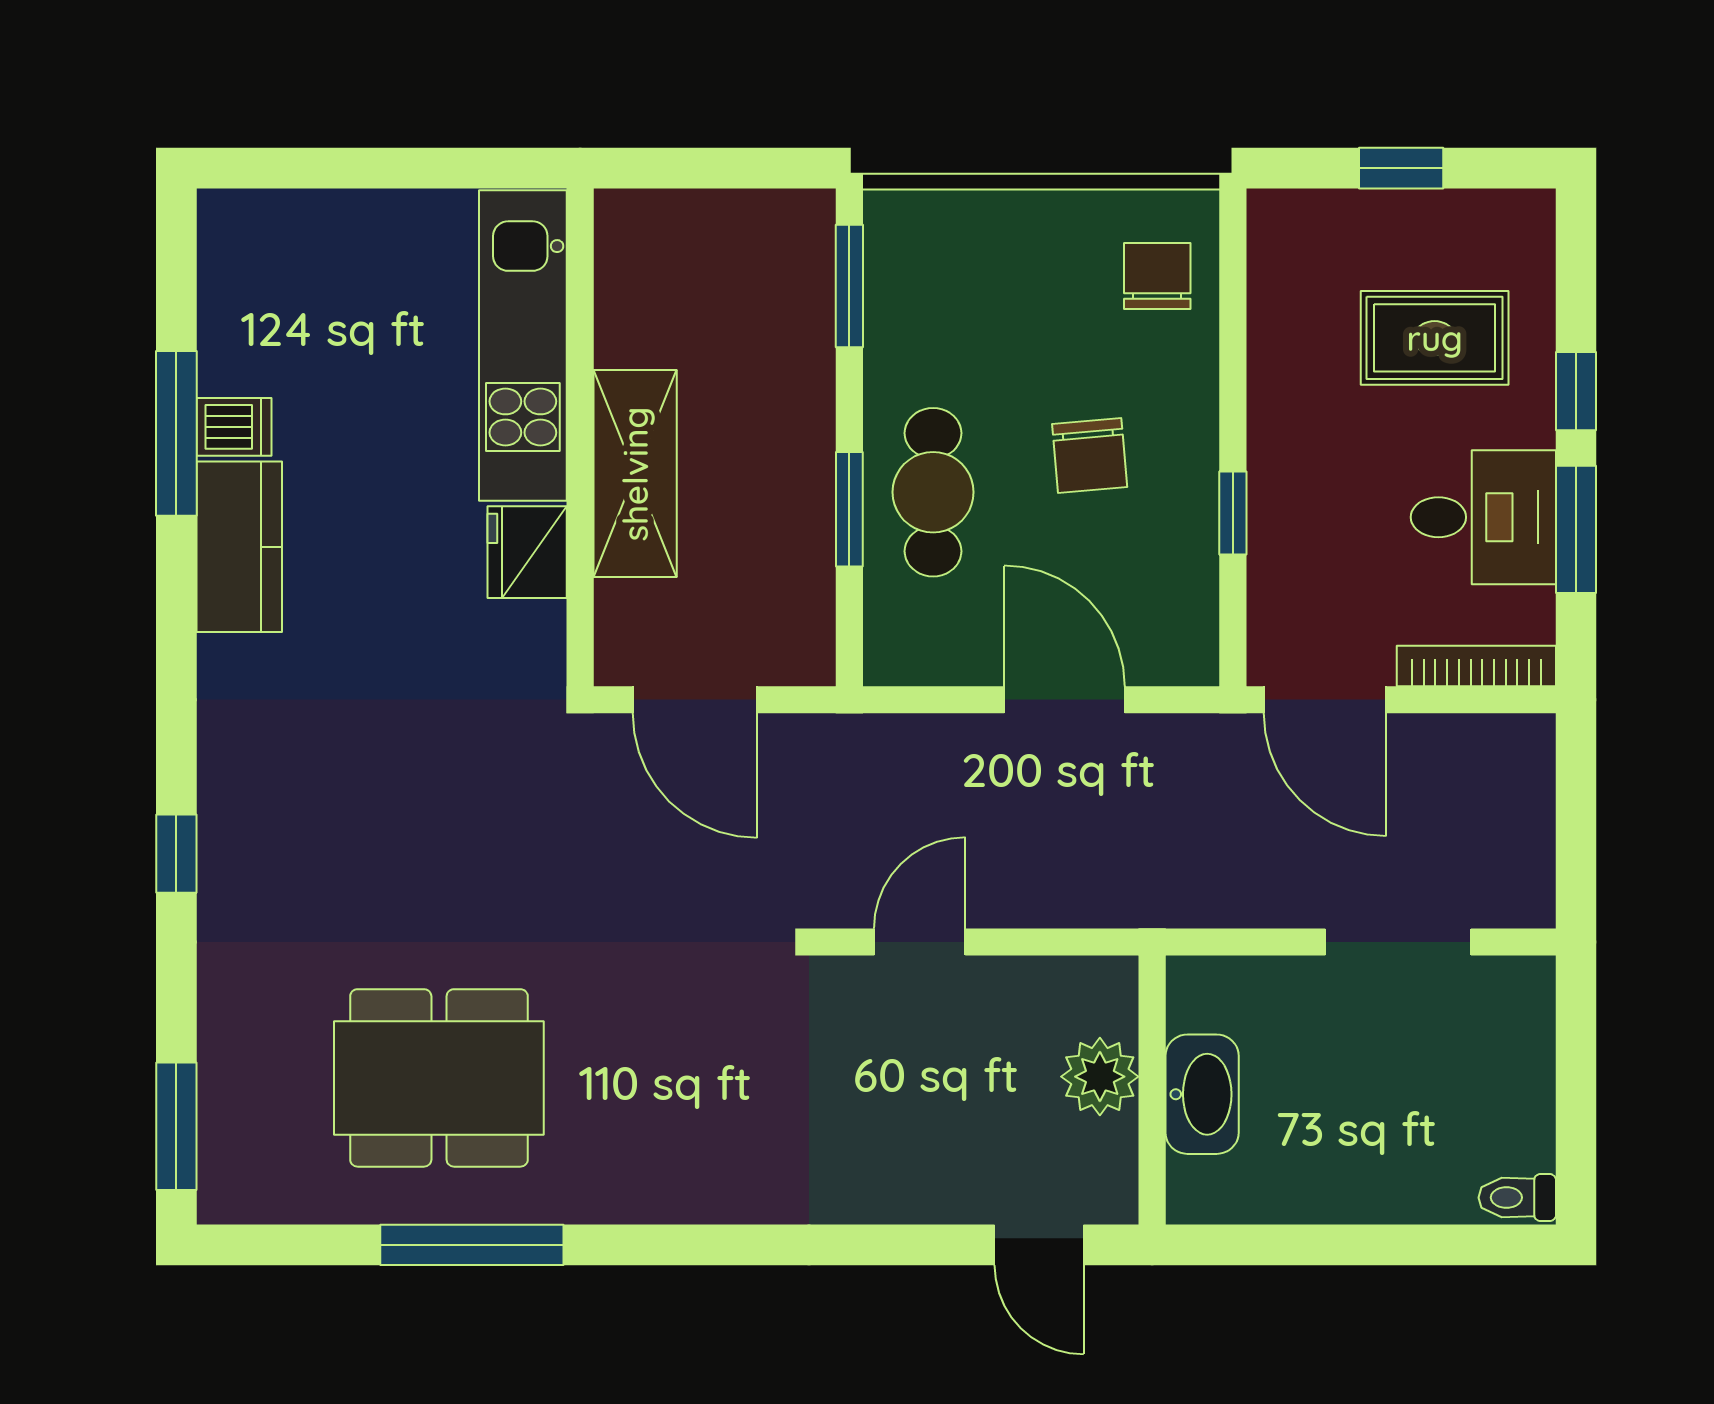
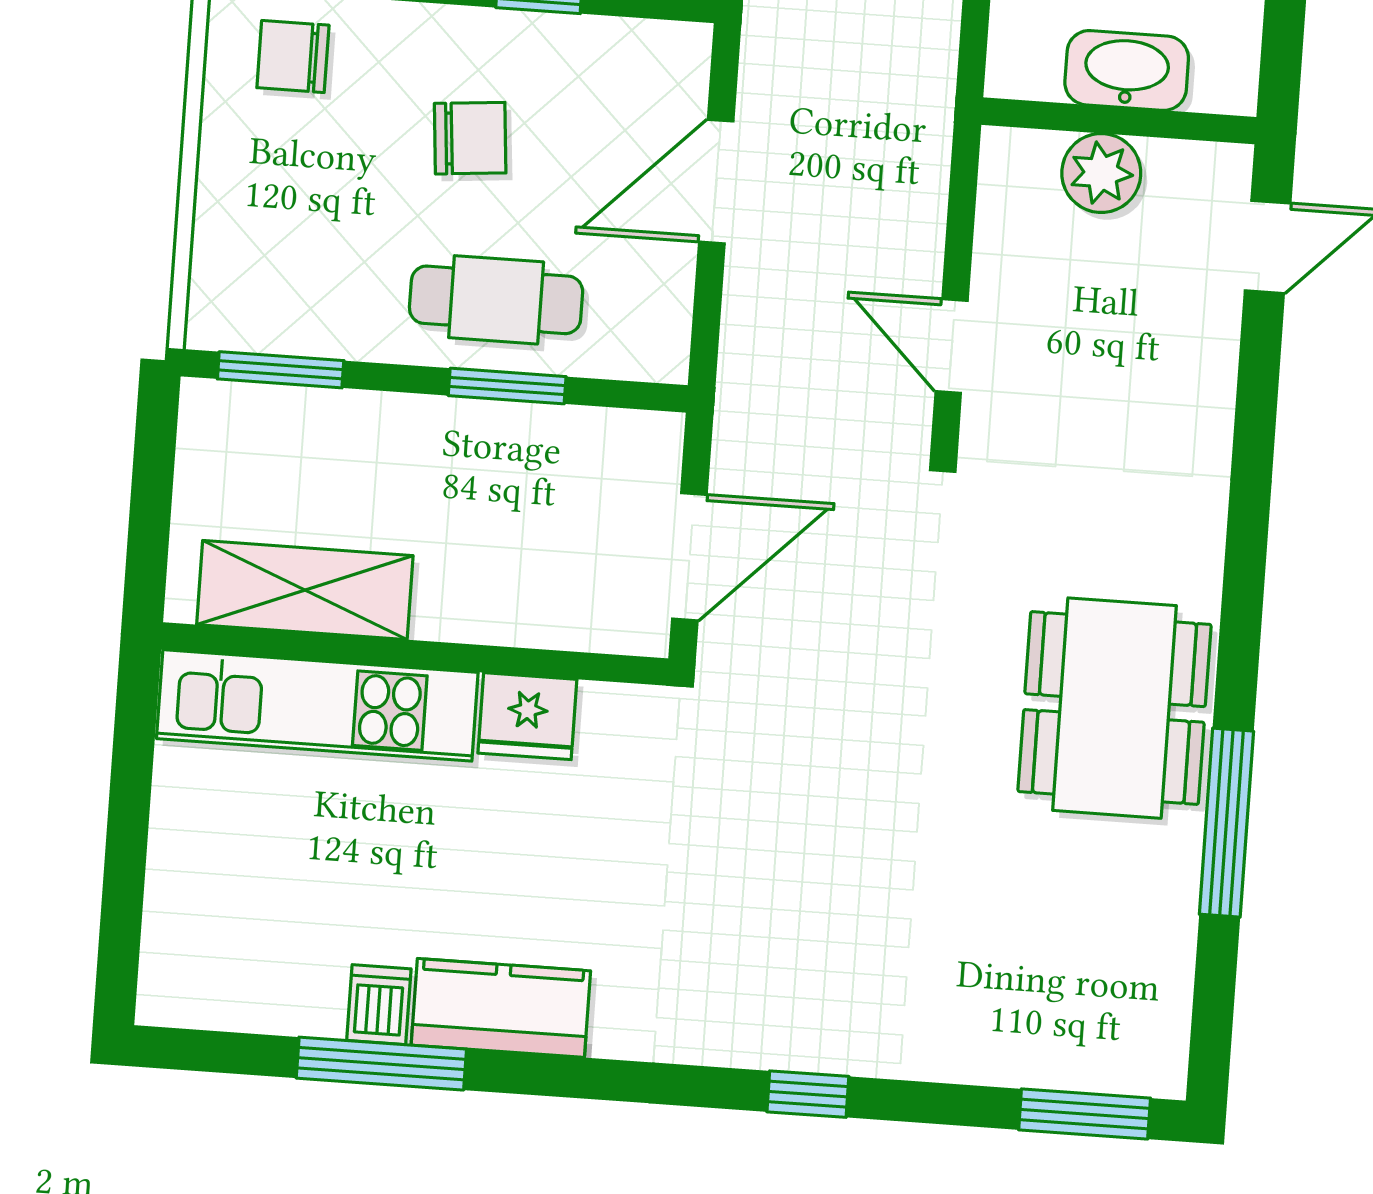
shelving: (635, 474) -> (305, 590), moved
dining table: (439, 1078) -> (1115, 708), moved

